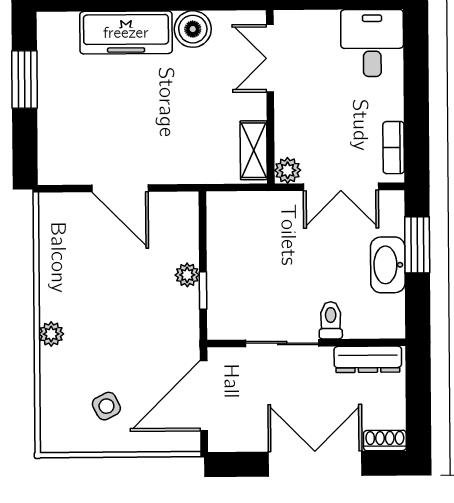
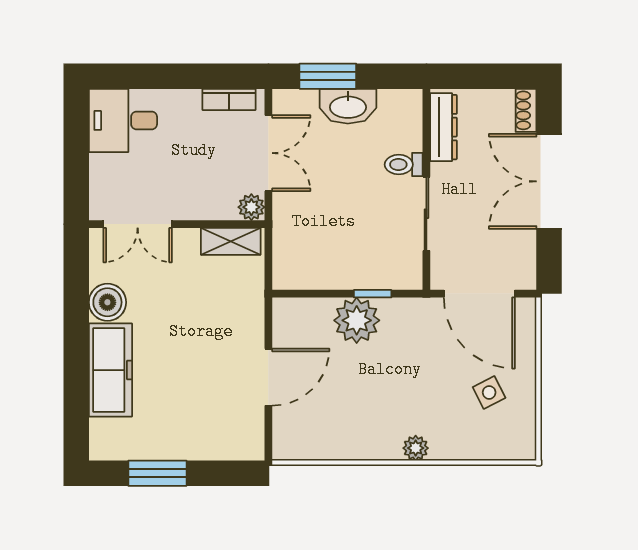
plant: (187, 275) -> (357, 320), width x1.88, depth x1.88

